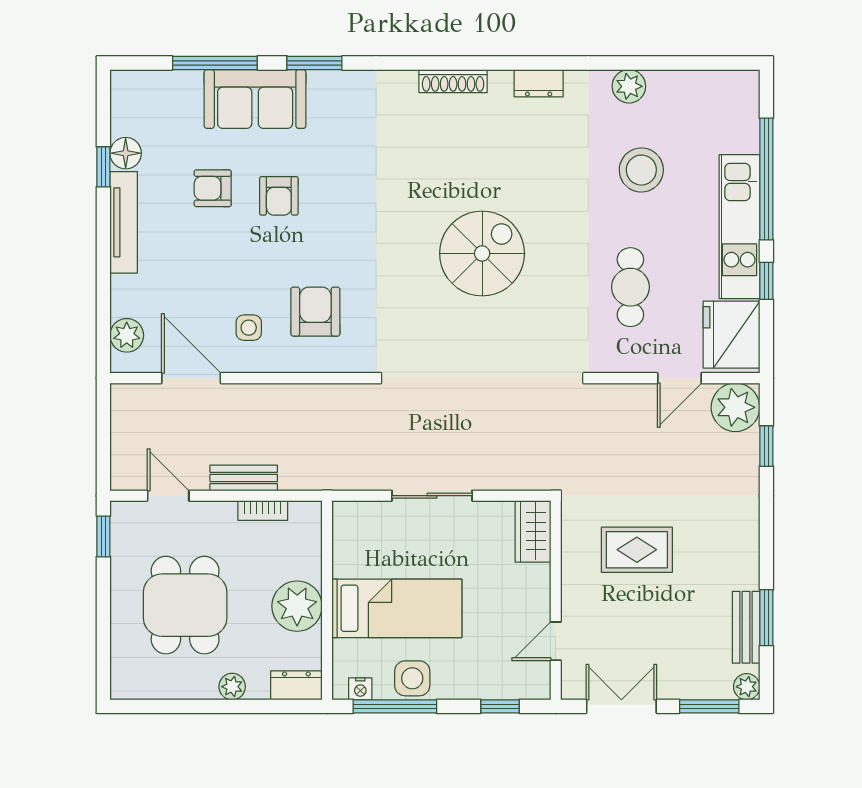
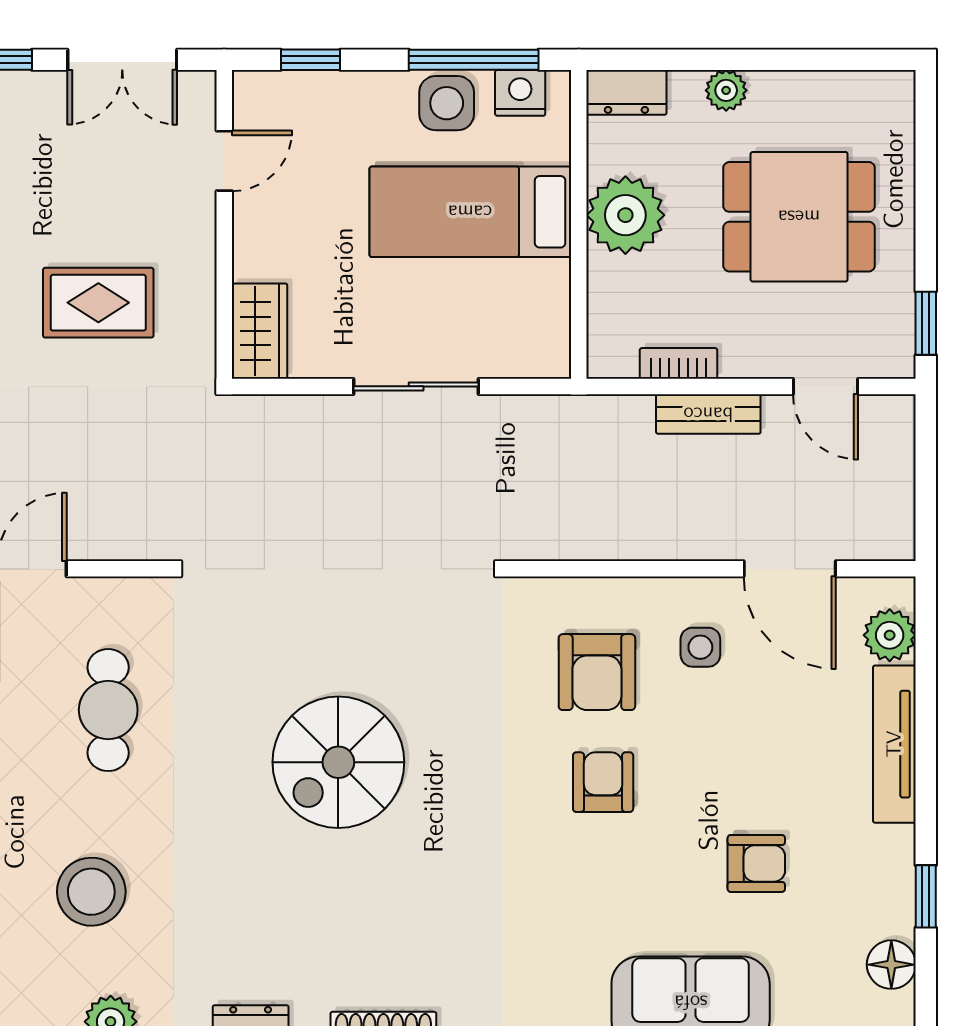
floor lamp: (126, 153) -> (891, 965), moved
armchair: (279, 196) -> (603, 782), moved
tv unit: (124, 222) -> (894, 744), moved
dining table: (185, 605) -> (799, 217), turned 90
nightstand: (360, 689) -> (520, 93), width x1.39, depth x1.35

